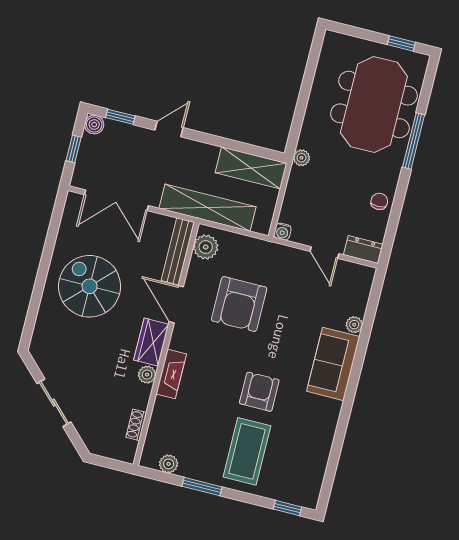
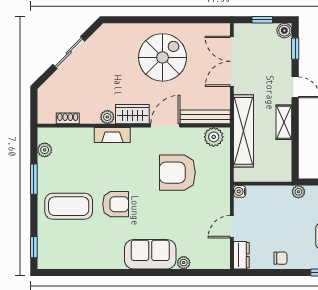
shelving: (251, 168) -> (284, 122), moved, width x0.67, depth x0.75

